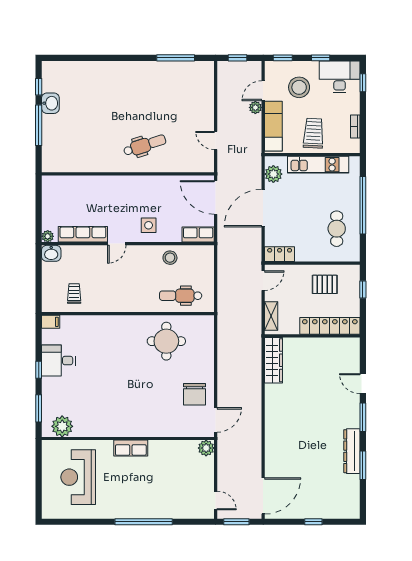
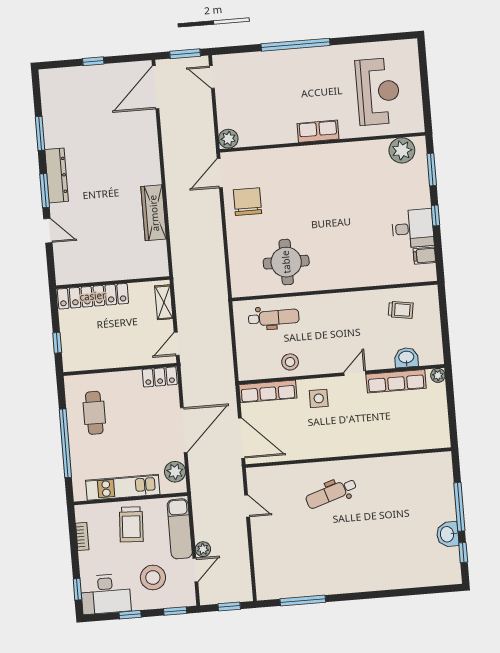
row of seats: (198, 235) -> (268, 391), width x1.48
washbasin: (51, 253) -> (406, 358), moved
pallet: (325, 284) -> (103, 345), removed
trolley: (74, 293) -> (401, 310), turned -81
filing cabinet: (51, 322) -> (424, 256), moved
wardrobe: (274, 360) -> (154, 213), moved
dresser: (352, 451) -> (57, 175), moved

